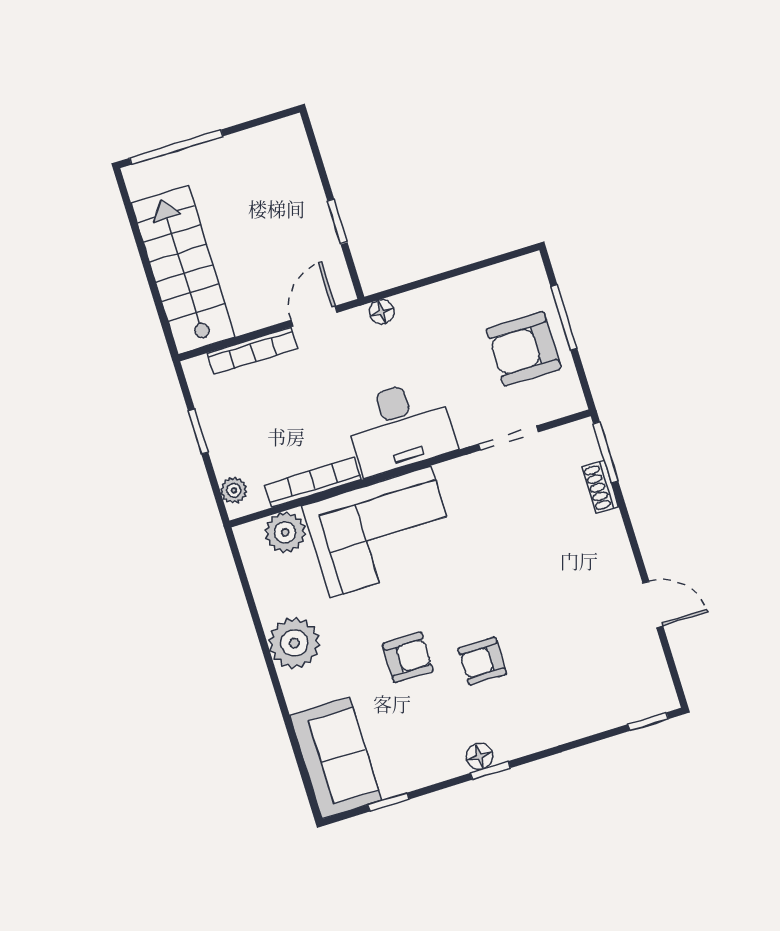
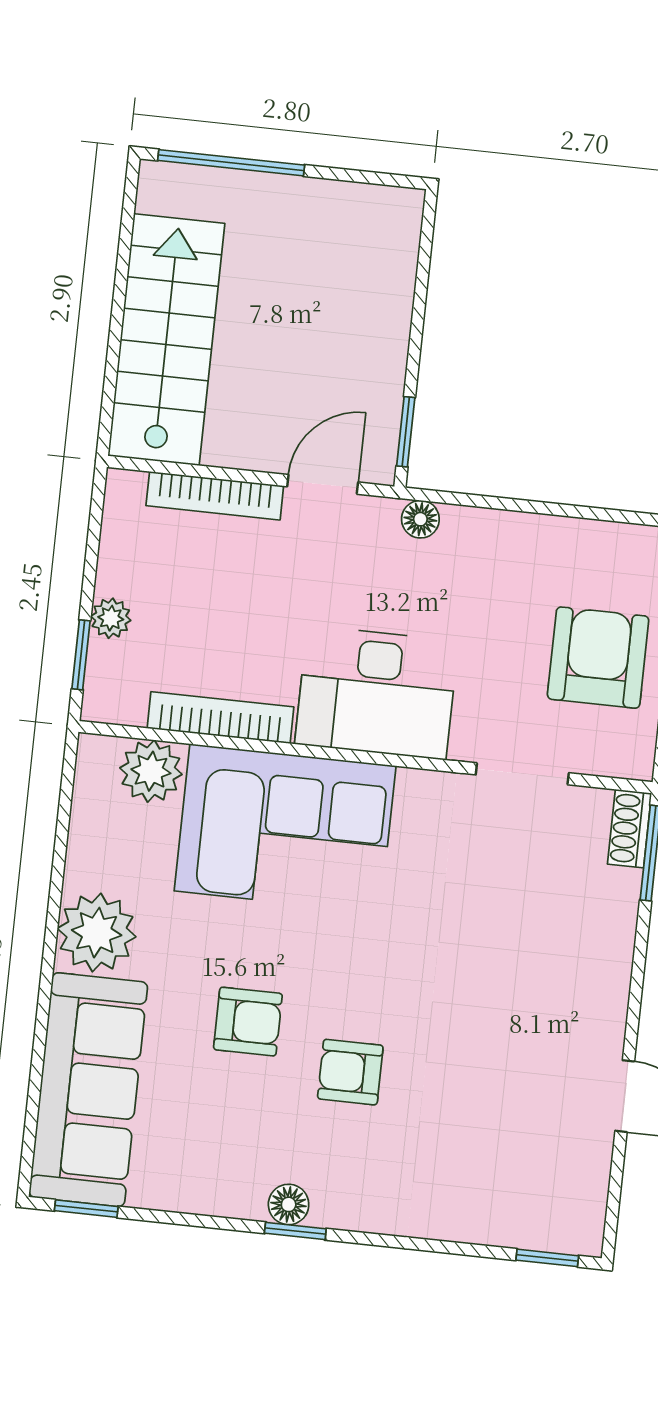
window: (337, 222) -> (406, 432), moved
armchair: (524, 349) -> (598, 658), turned 90
window: (198, 432) -> (81, 655), moved
shoe rack: (600, 487) -> (629, 829), moved
plant: (234, 490) -> (111, 618), moved
sofa: (336, 758) -> (88, 1090), width x1.36
window: (389, 802) -> (86, 1209), moved

